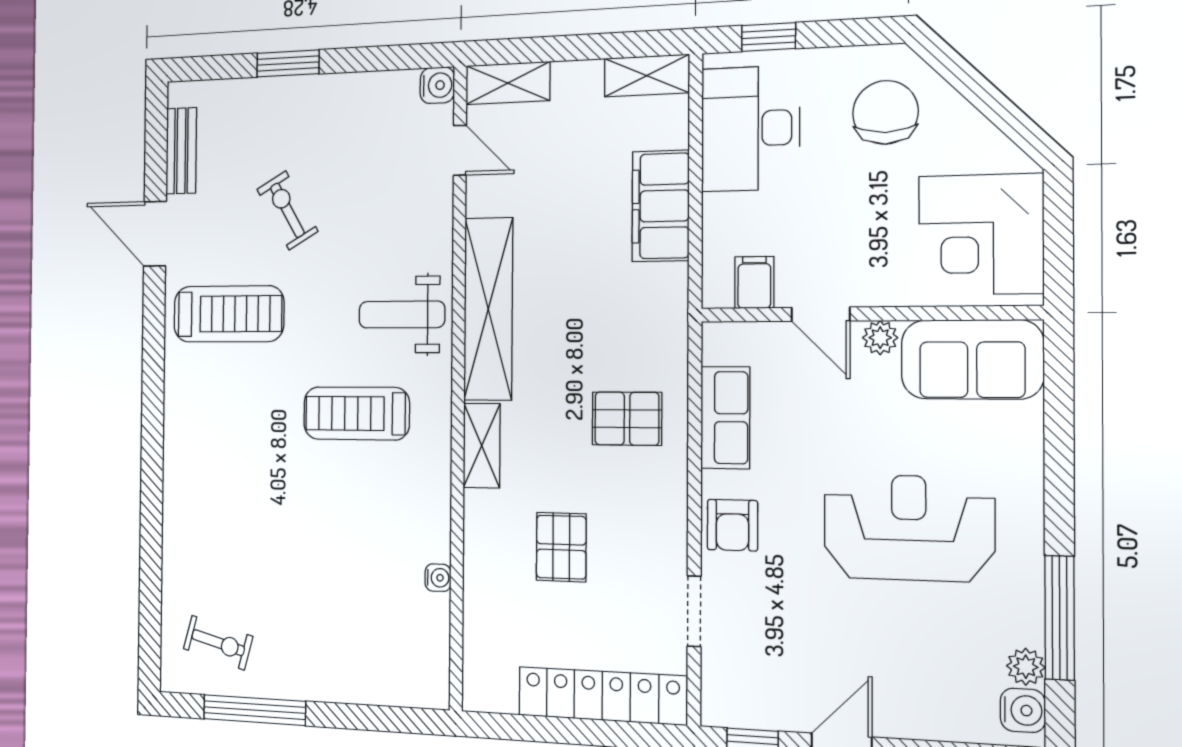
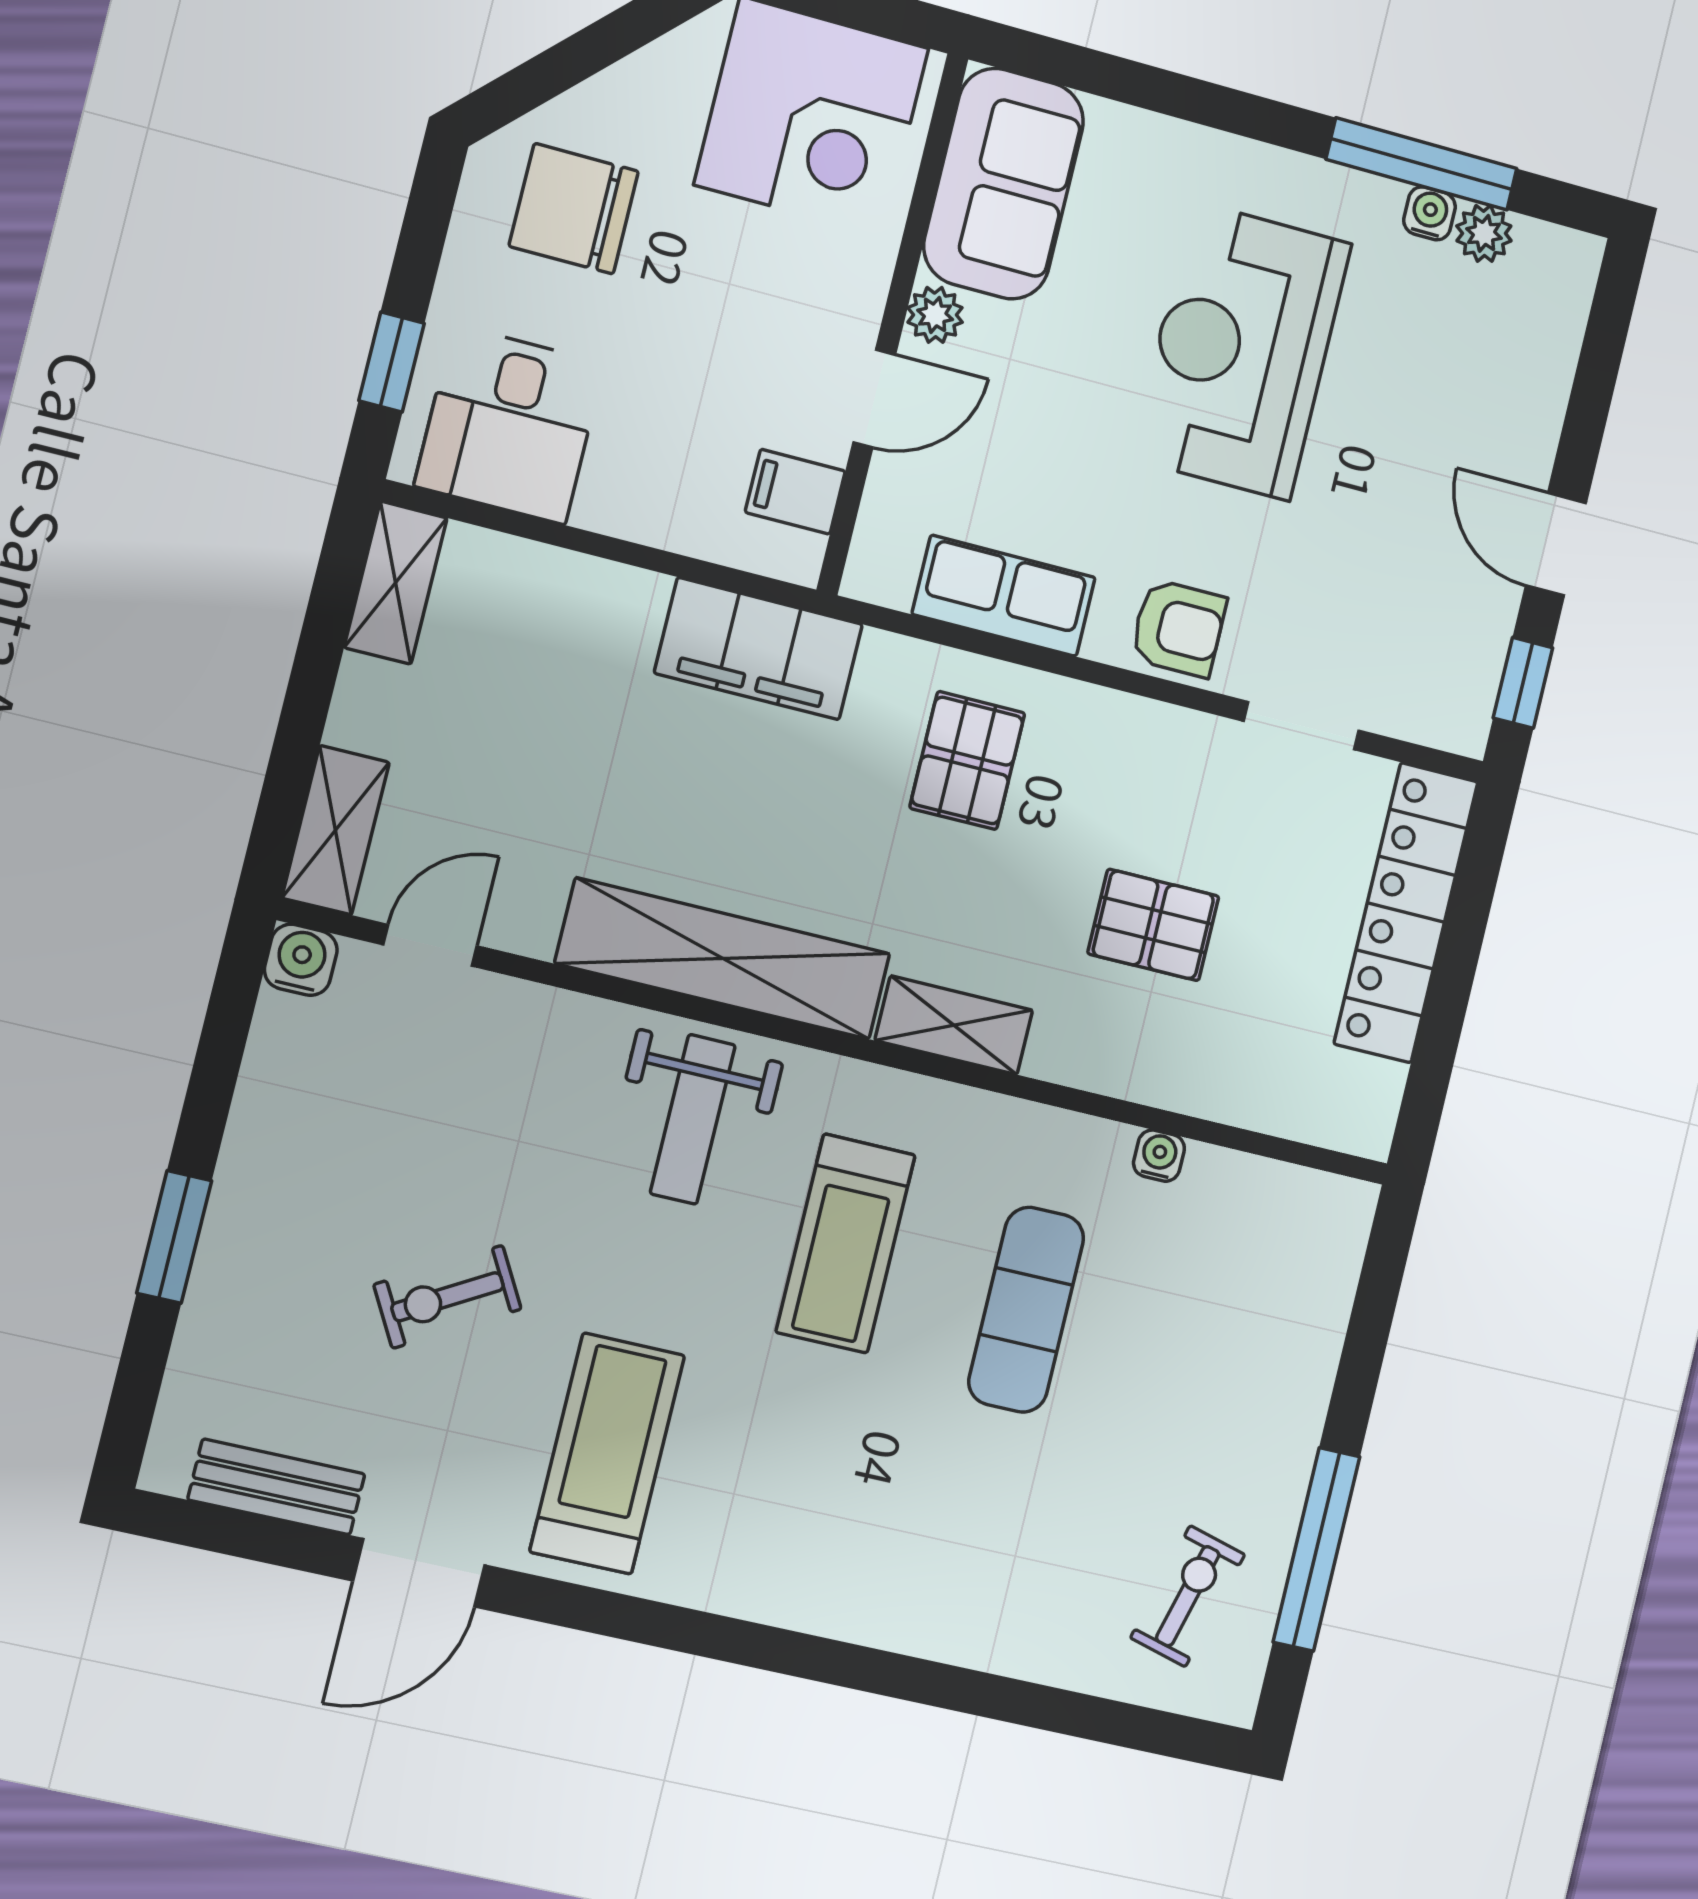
desk: (750, 129) -> (509, 425), width x0.73
filing cabinet: (661, 206) -> (758, 649), moved
exercise mat: (343, 521) -> (1026, 1310), added
water cooler: (1023, 710) -> (1429, 213), moved, width x0.72, depth x0.72

